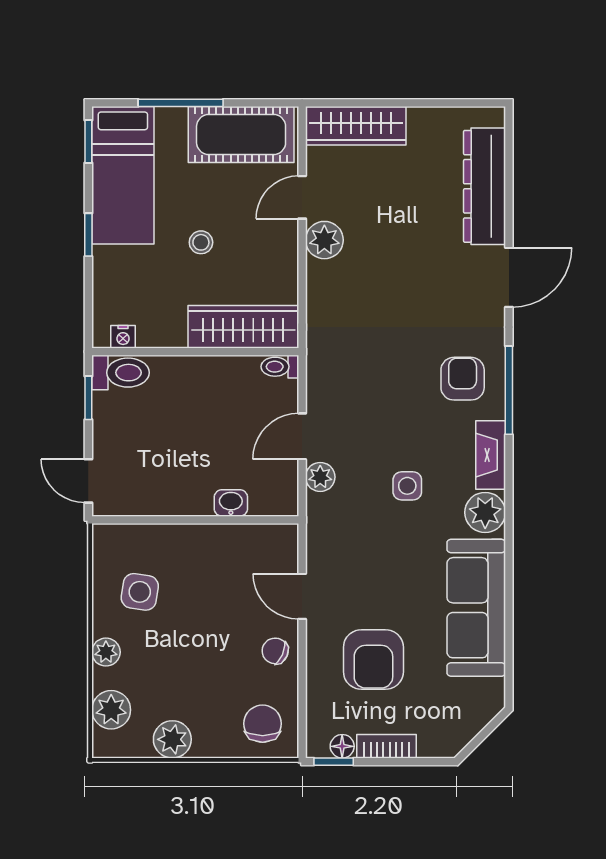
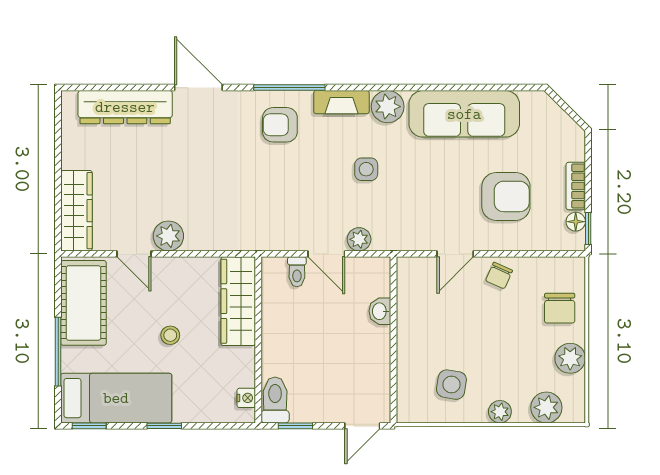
toilet: (280, 367) -> (297, 272), moved
chair: (263, 724) -> (560, 308), moved, turned -90

